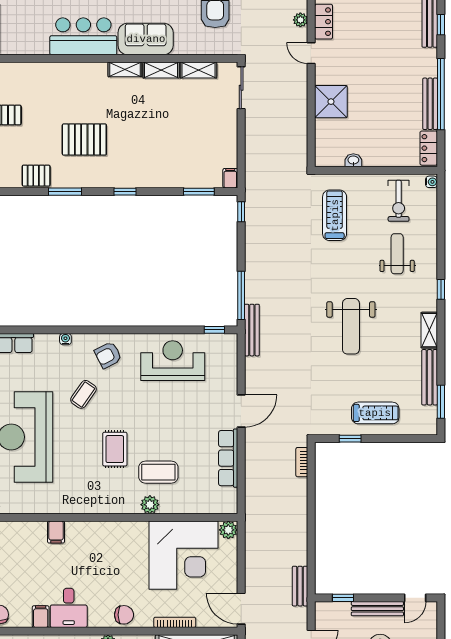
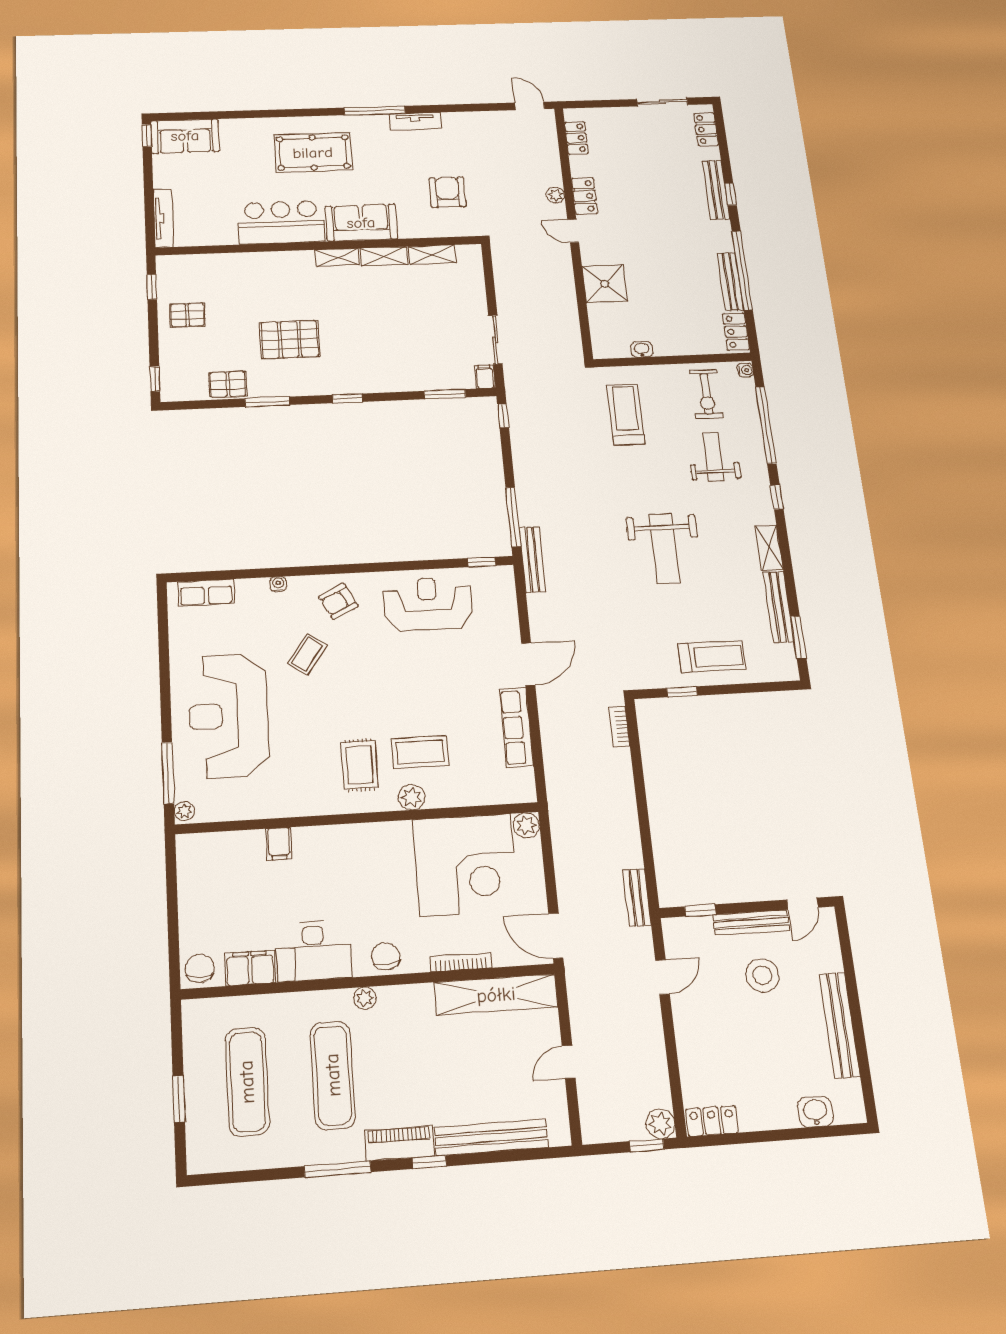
sliding door: (241, 88) -> (495, 340), moved
window: (441, 229) -> (766, 425), added
rug: (115, 449) -> (359, 765), moved
desk: (69, 608) -> (313, 951), width x1.37
chair: (124, 615) -> (386, 956), turned -96
filing cabinet: (41, 617) -> (250, 968), width x2.00

